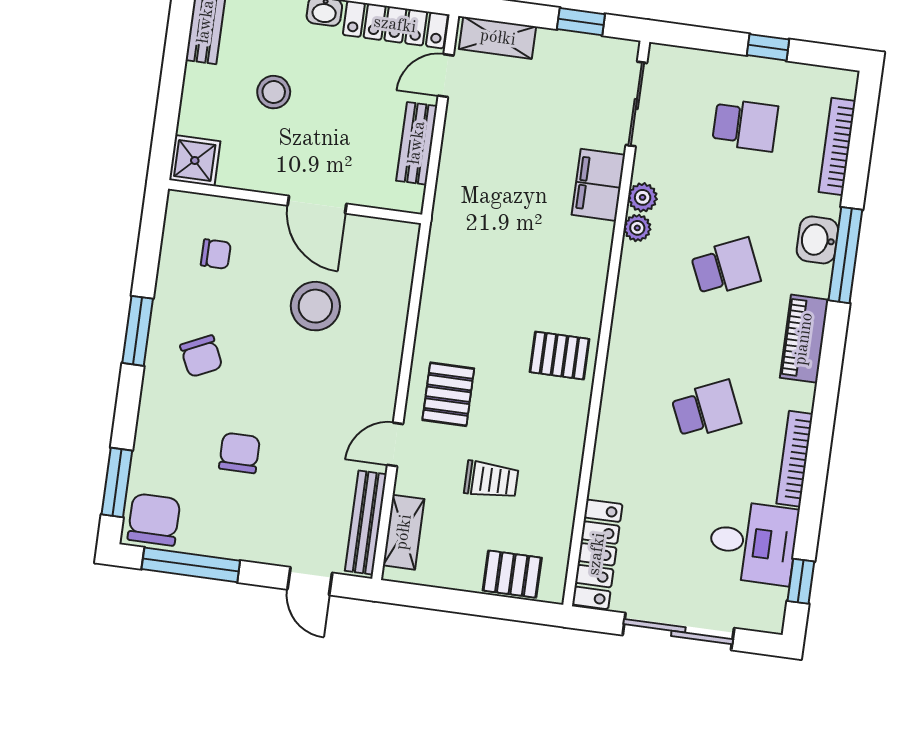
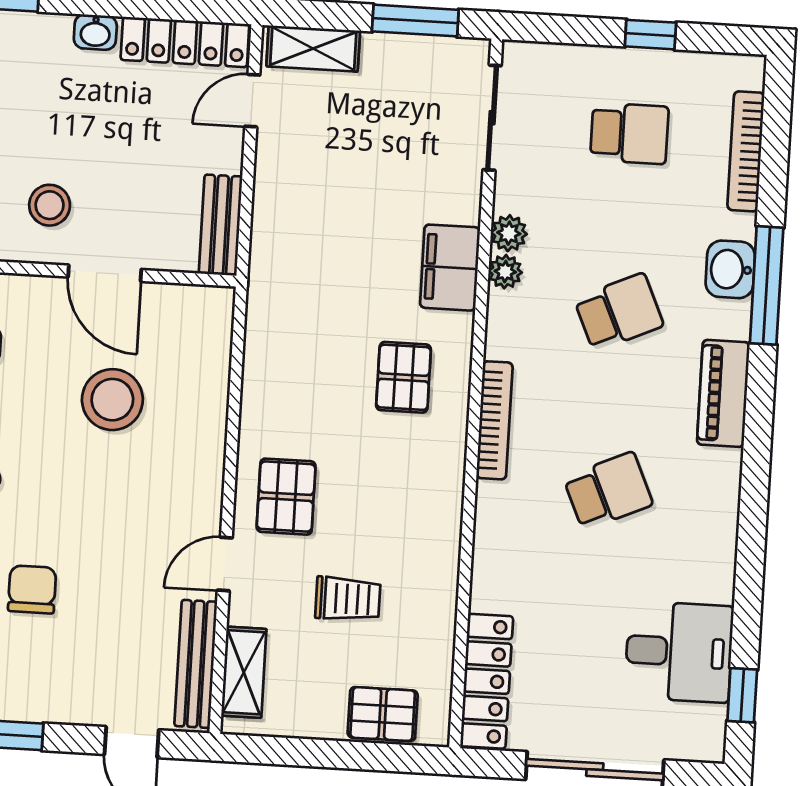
window: (581, 22) -> (415, 21), width x1.50
stool: (274, 92) -> (50, 205), moved
bench: (417, 143) -> (221, 225), moved
filing cabinet: (598, 185) -> (450, 268), moved
pallet: (559, 356) -> (404, 377), moved, turned 90
bookcase: (795, 459) -> (494, 420), moved, turned 180

